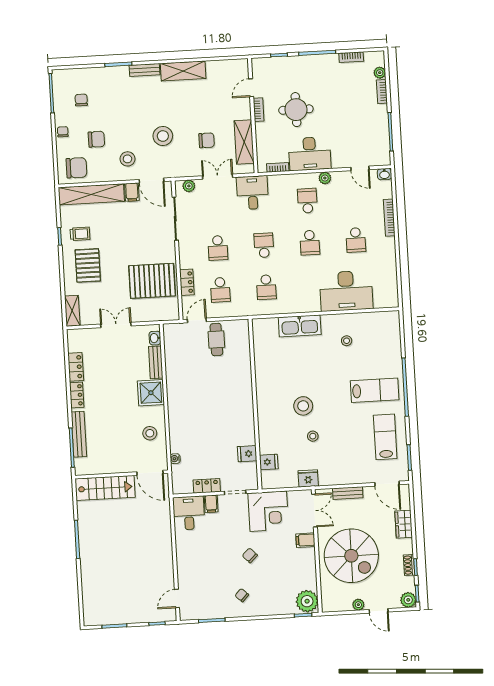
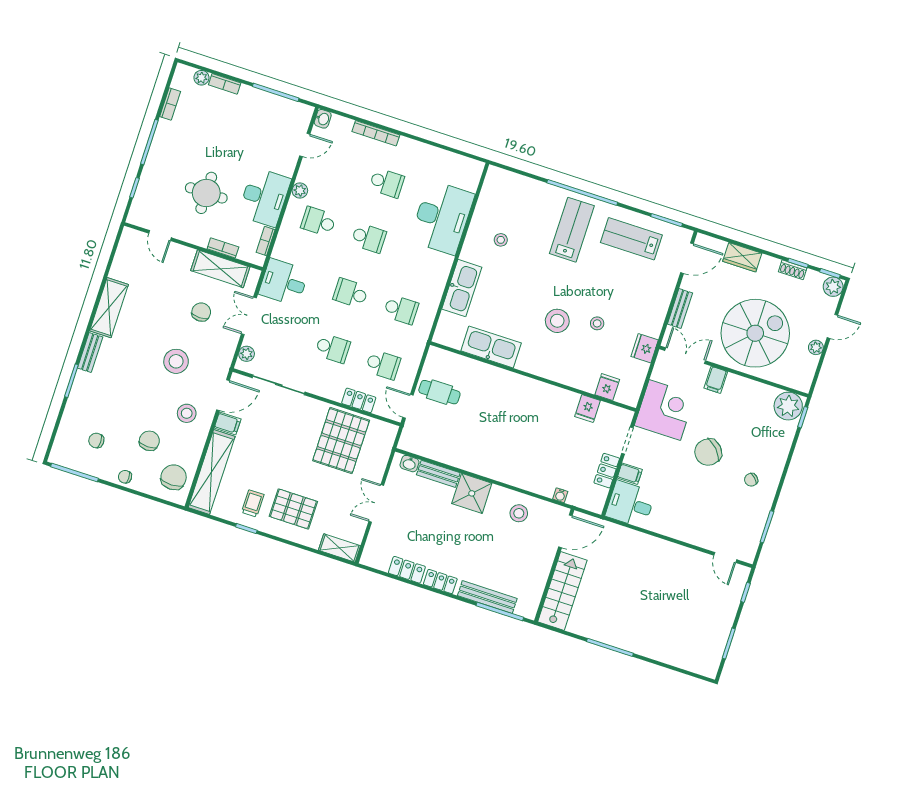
bookcase: (259, 110) -> (223, 248), moved
kitchen sink: (265, 365) -> (491, 347), added
chair: (250, 555) -> (708, 452), width x1.87, depth x1.87

